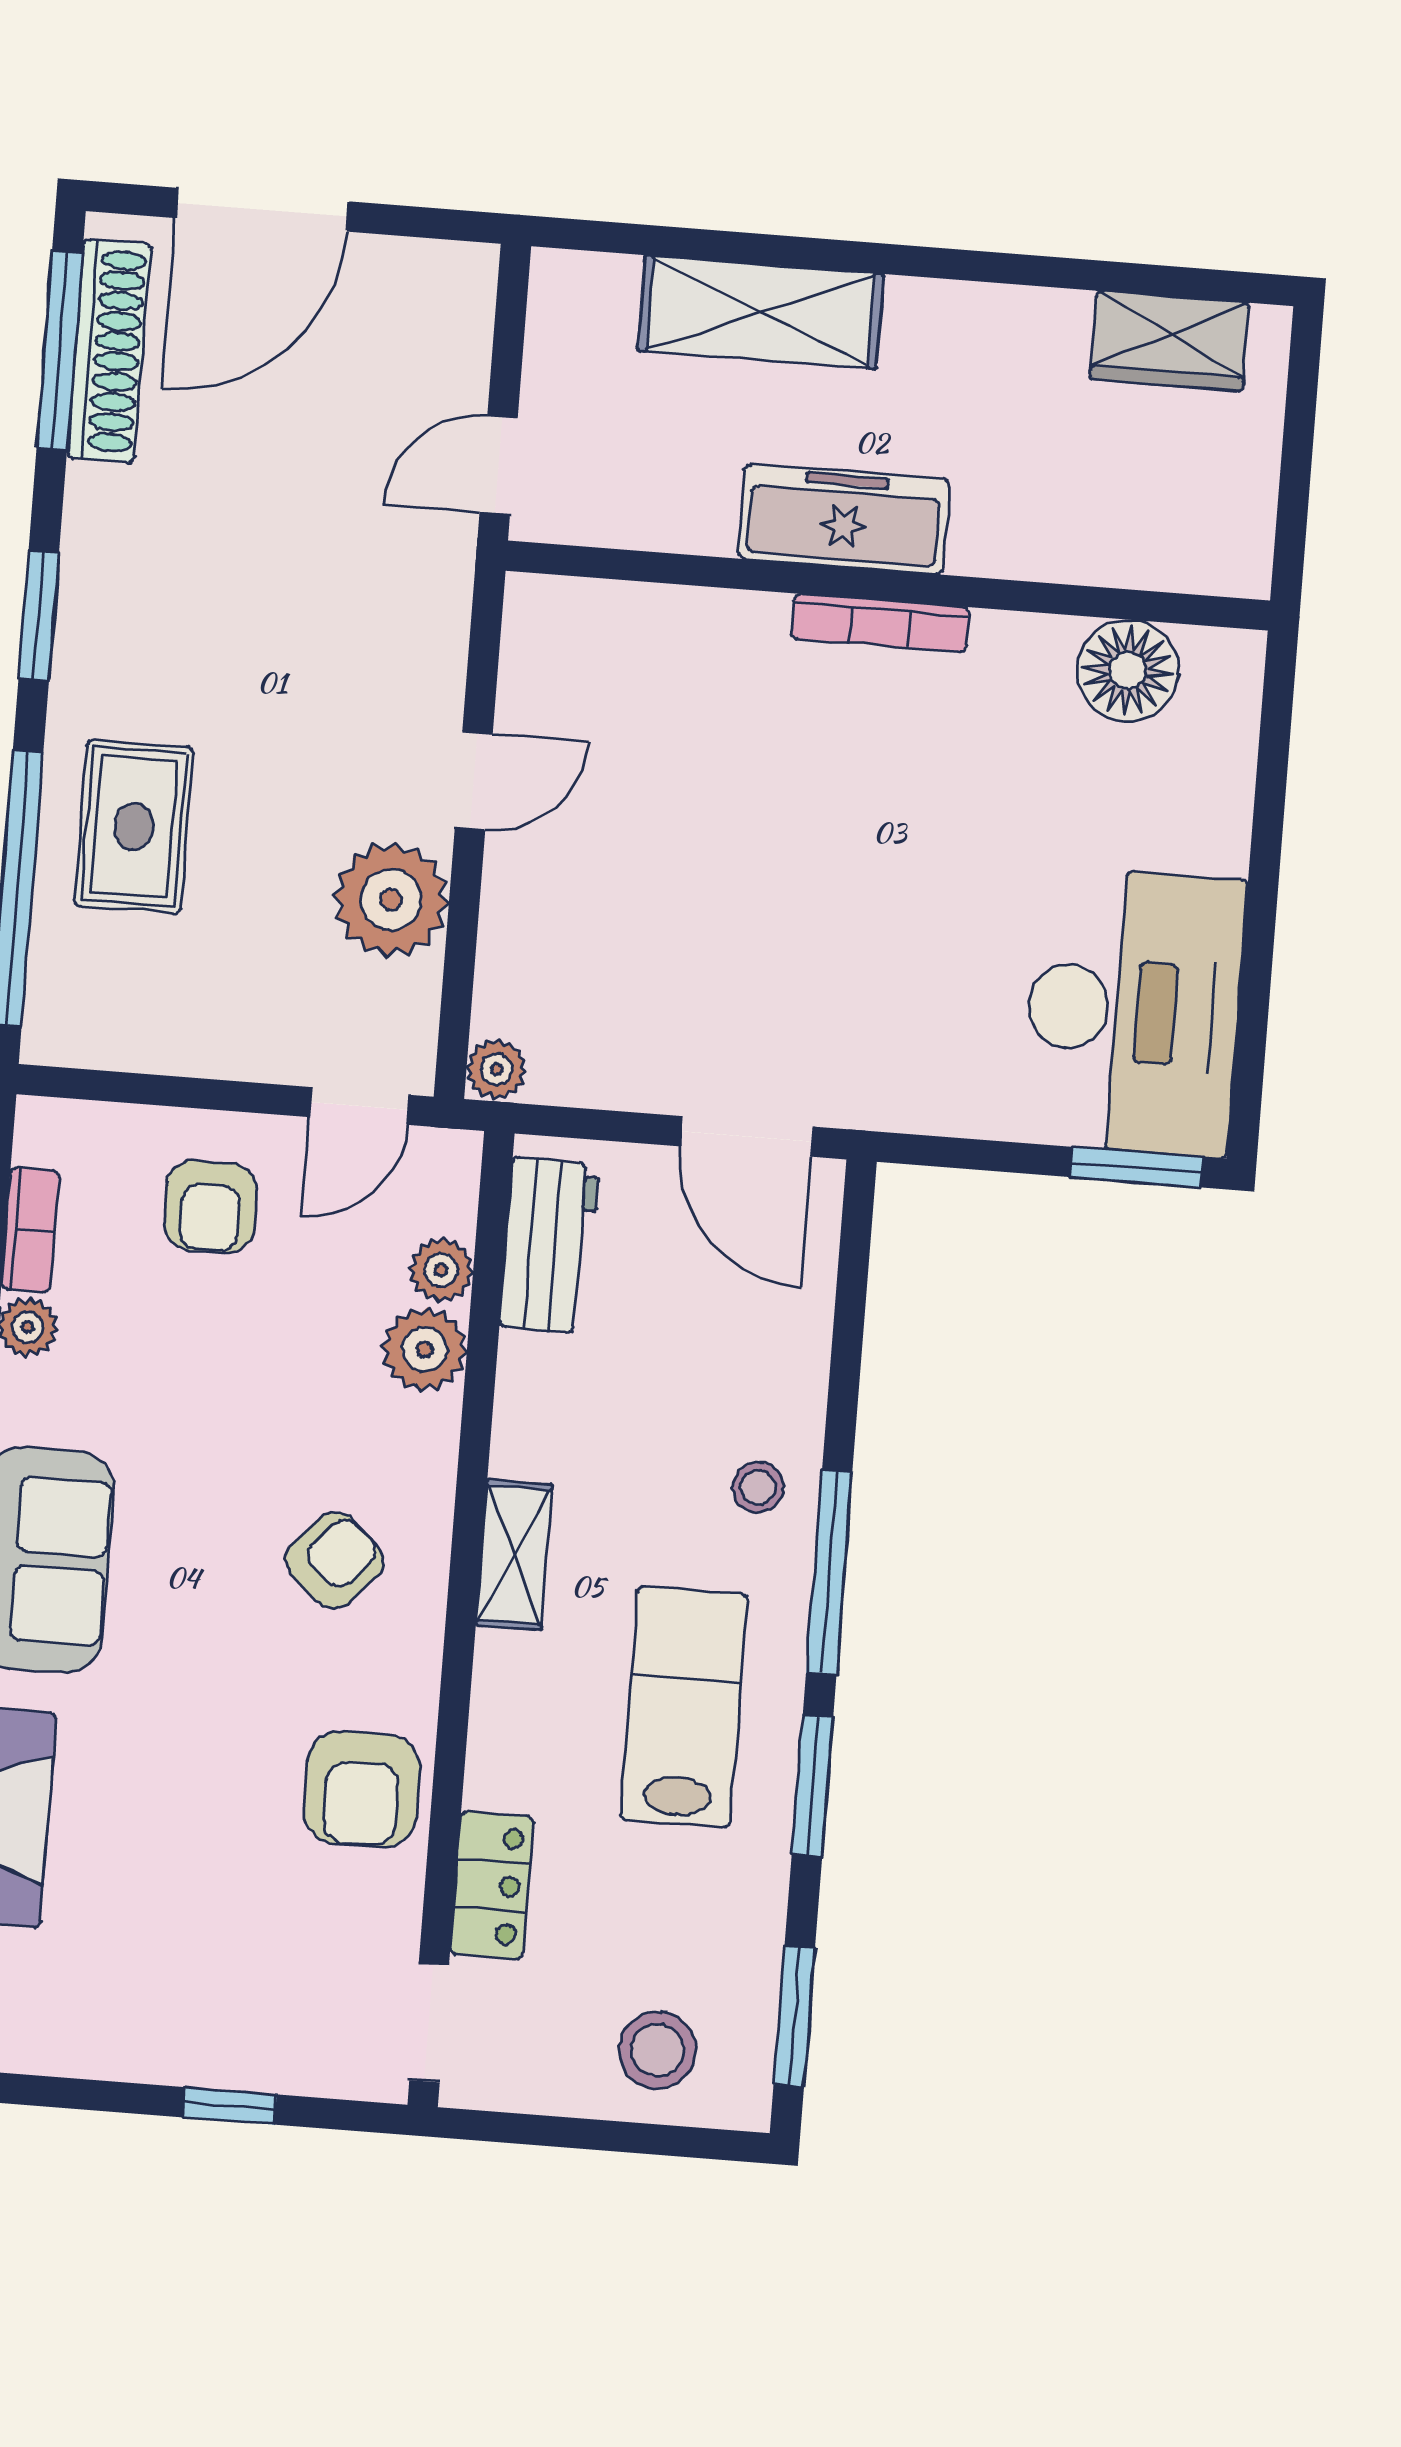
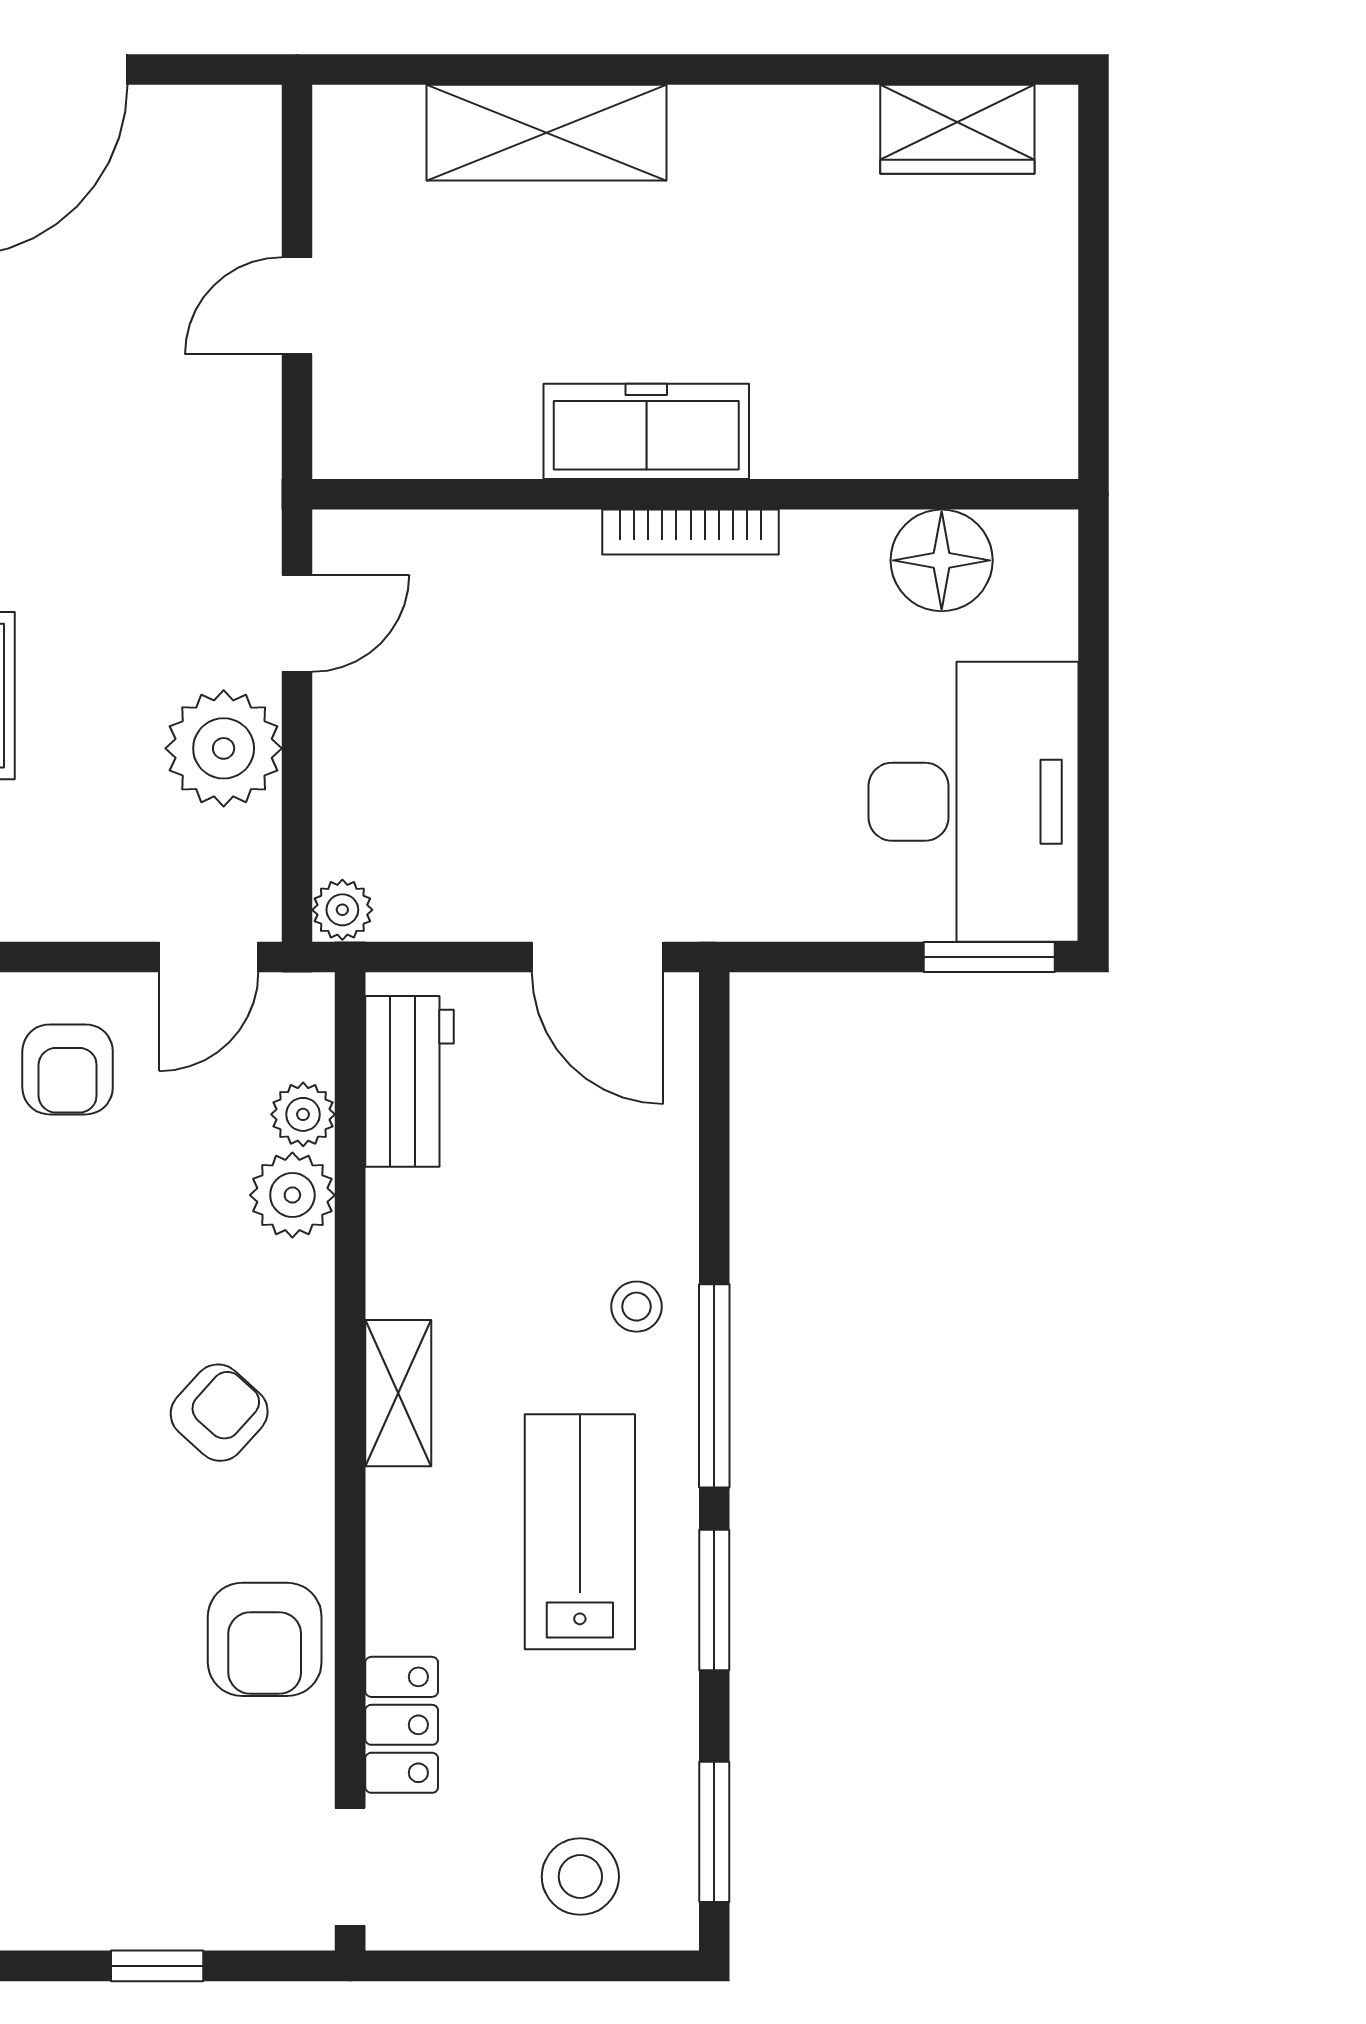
freezer: (844, 519) -> (646, 431), moved
wall: (888, 586) -> (695, 494), moved
bookcase: (880, 623) -> (691, 532), moved
floor lamp: (1128, 671) -> (942, 560), moved

